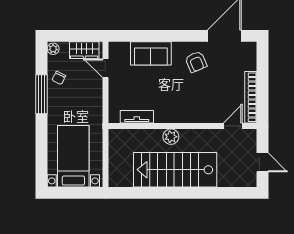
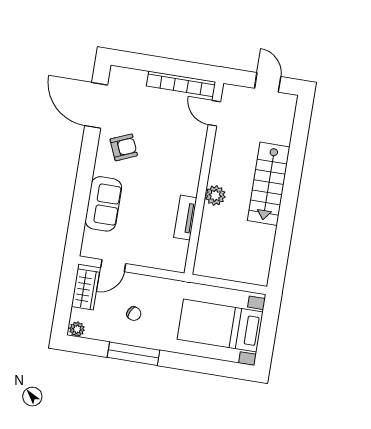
chair: (59, 78) -> (134, 314), moved
tv unit: (137, 117) -> (185, 218), moved
door: (262, 162) -> (268, 82), hinge flipped
stairs: (175, 170) -> (269, 184), width x0.73, depth x0.66

